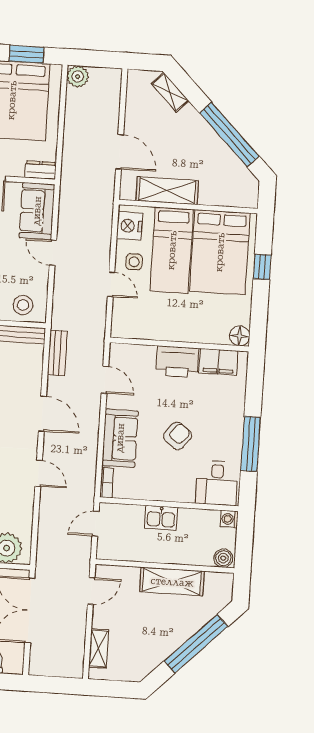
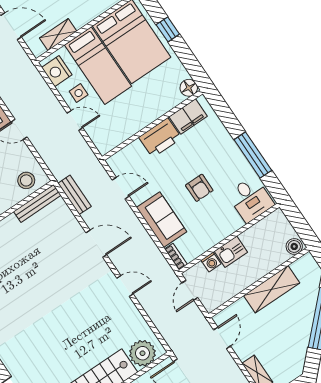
shelving: (167, 191) -> (58, 35), width x0.67, depth x0.75
armchair: (178, 436) -> (199, 188), turned 141
washing machine: (229, 519) -> (211, 262), moved, turned -90

